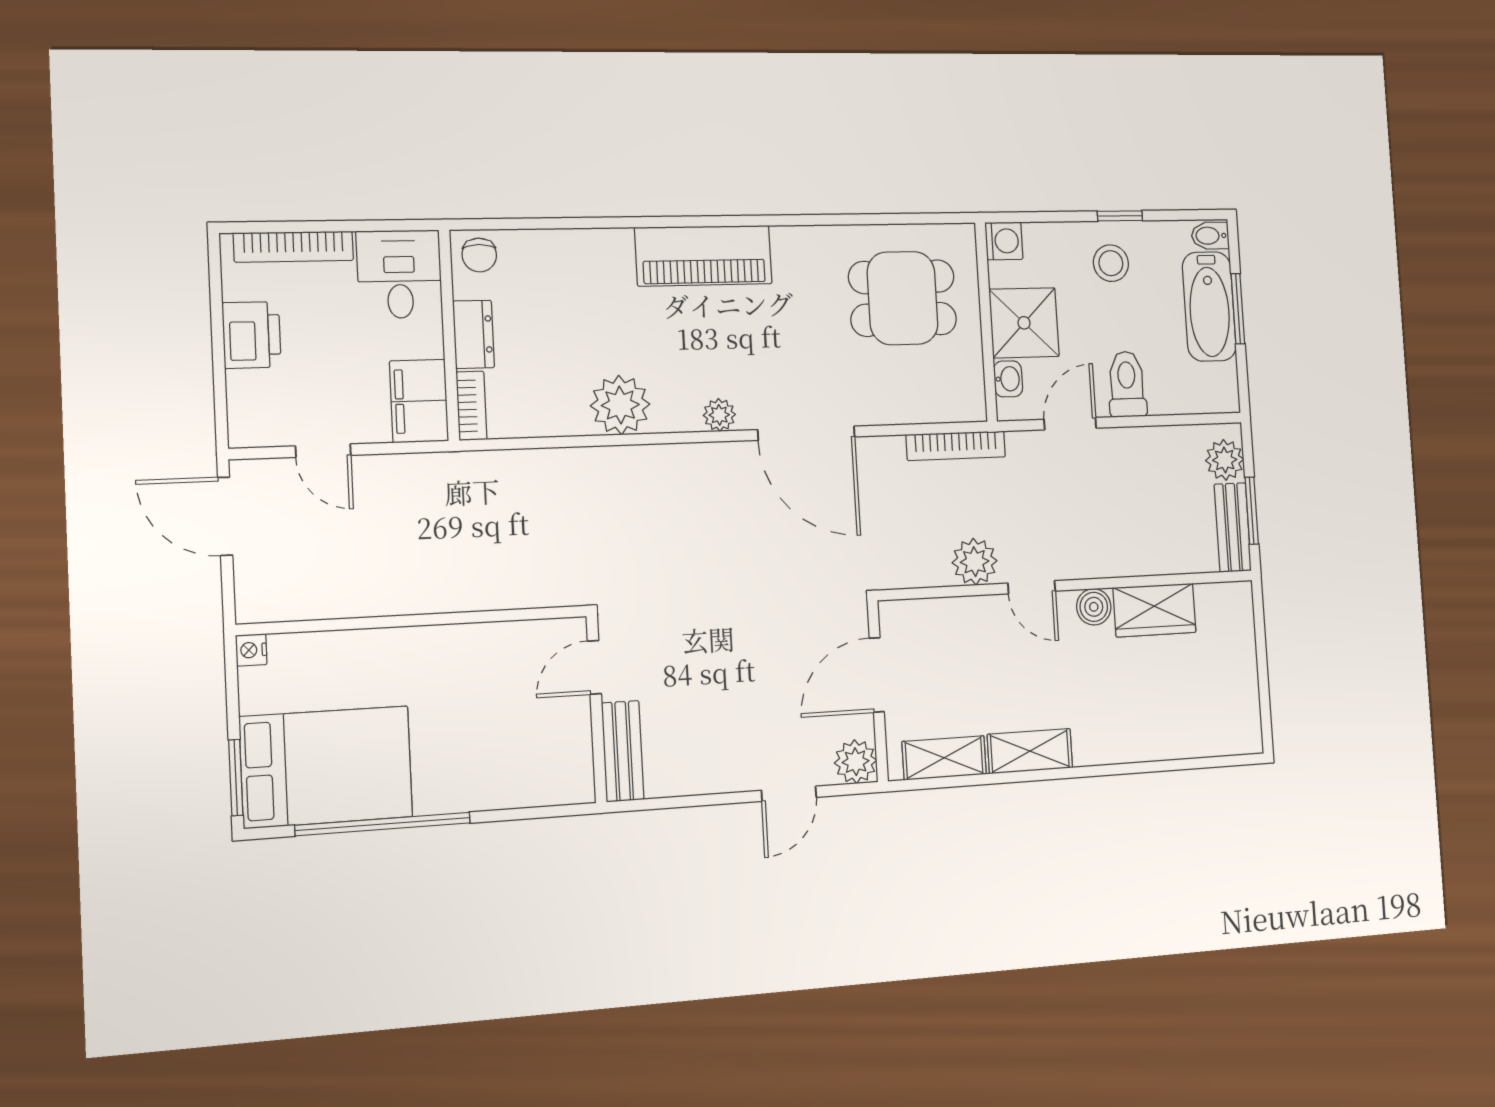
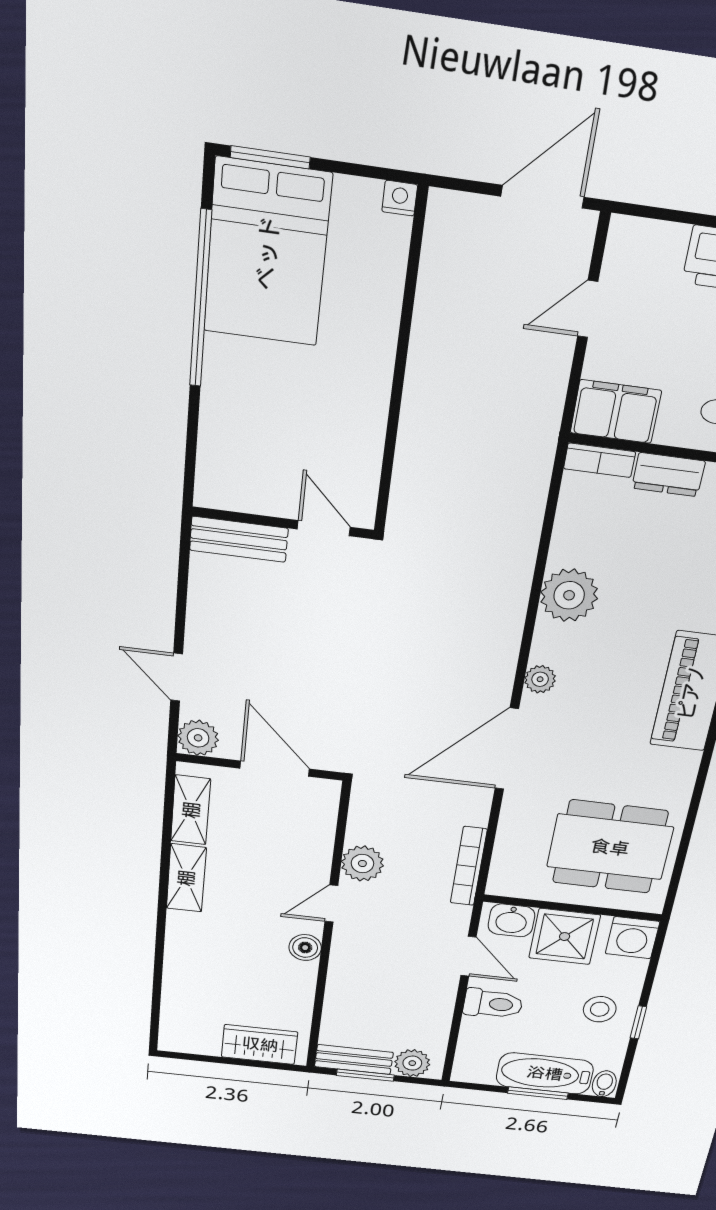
washing machine: (1004, 241) -> (632, 938), width x1.38, depth x1.38
dining table: (903, 298) -> (610, 847), width x1.38
washbasin: (1008, 379) -> (511, 920), width x1.38, depth x1.45
wardrobe: (1154, 610) -> (260, 1044), moved, turned 90

